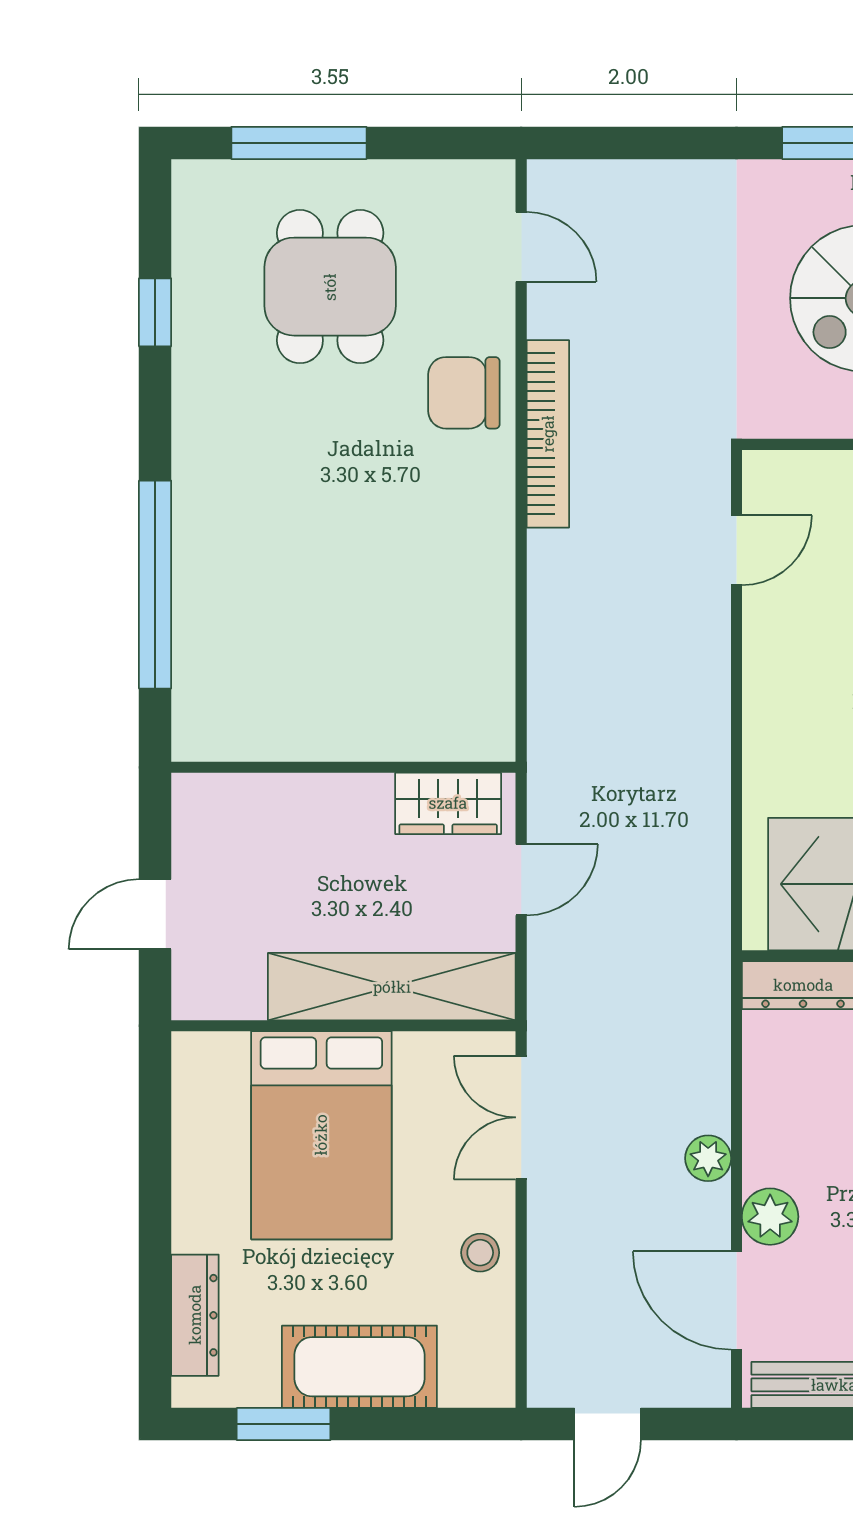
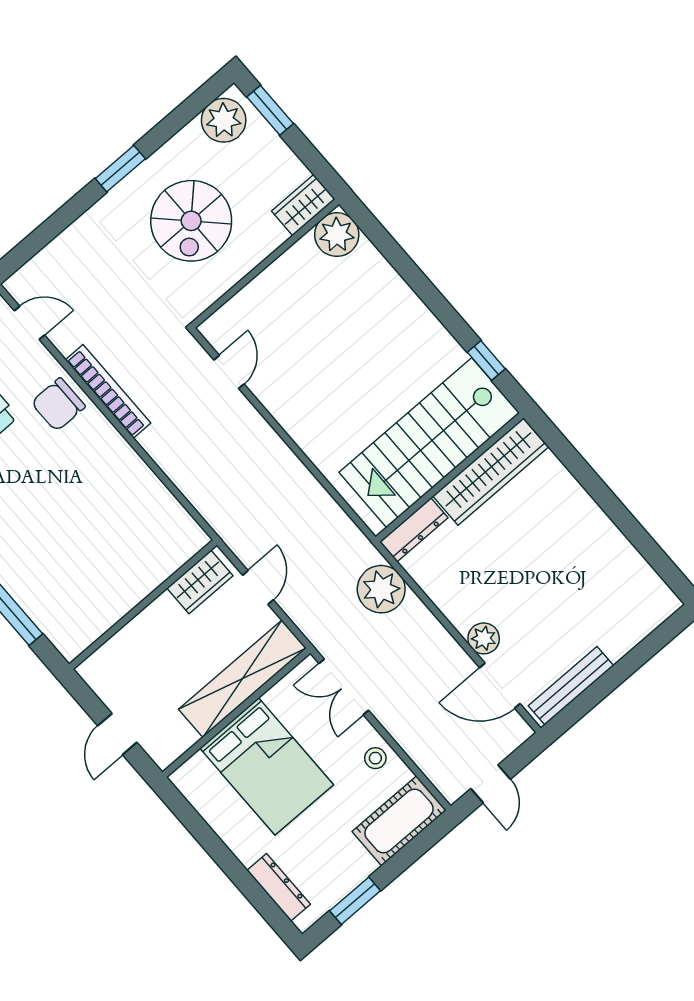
plant: (708, 1158) -> (381, 589), moved, width x1.88, depth x1.88
cot: (359, 1367) -> (399, 821), moved

